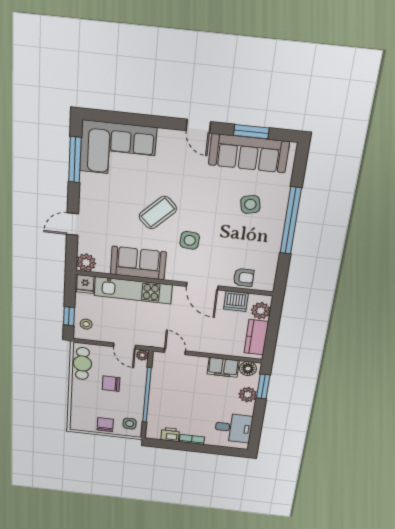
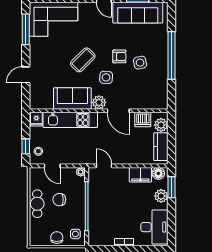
side table: (250, 204) -> (140, 63), moved
plant: (86, 263) -> (99, 102), moved
armchair: (244, 278) -> (119, 56), moved
door: (124, 346) -> (52, 166), moved
cafe table: (82, 364) -> (37, 204), moved
desk: (233, 428) -> (154, 227), width x1.37
printer: (170, 435) -> (107, 240), removed

